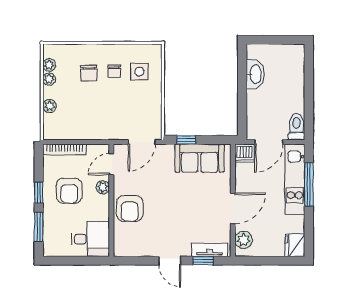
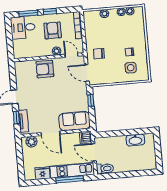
chair: (89, 73) -> (99, 54), moved
sofa: (199, 158) -> (75, 121), moved, turned 90
armchair: (69, 191) -> (53, 30), turned 90
desk: (90, 239) -> (23, 27), moved, turned 90
fridge: (295, 245) -> (42, 173), moved

